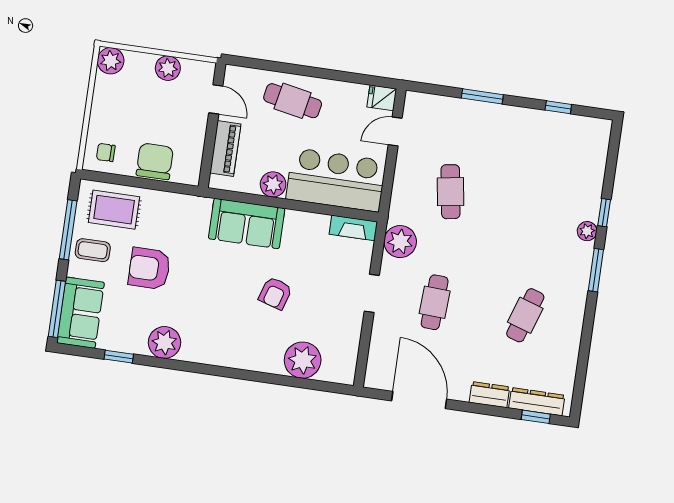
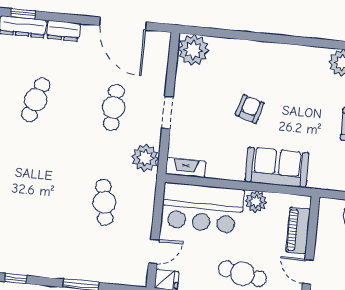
plant: (303, 360) -> (193, 50), moved

